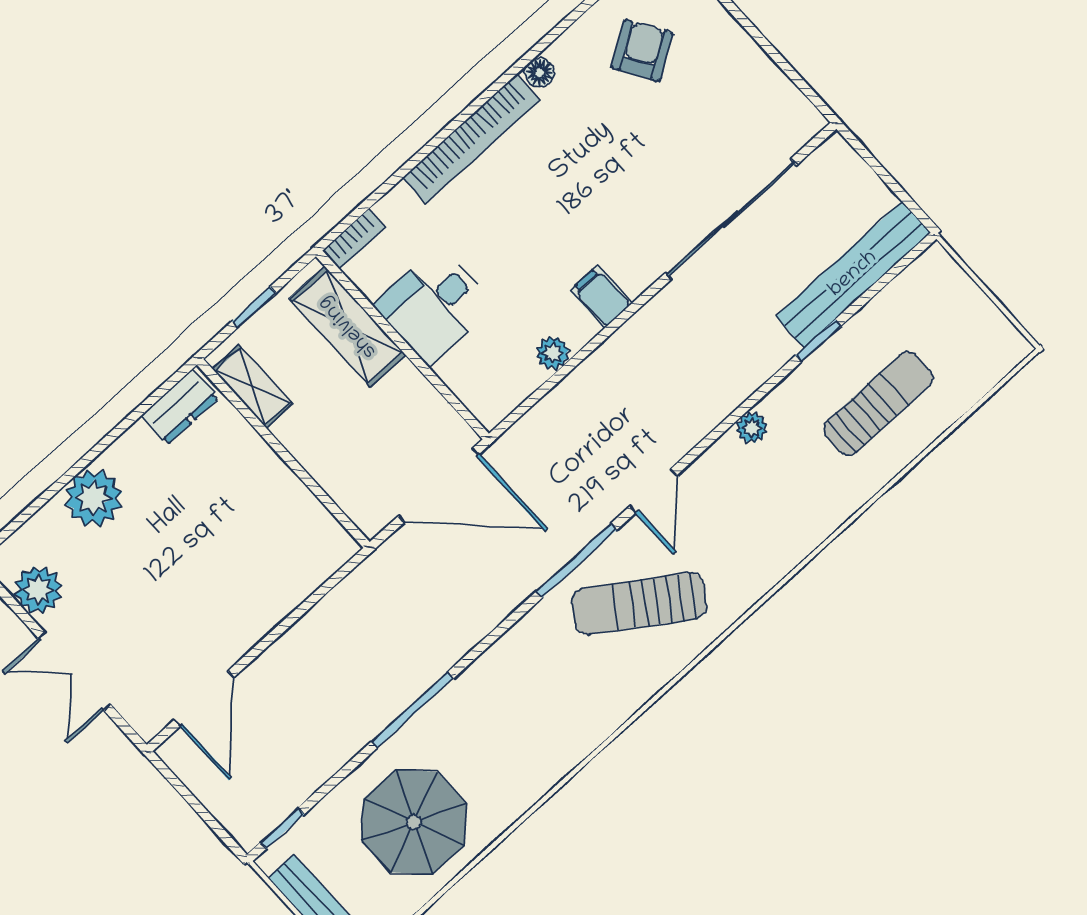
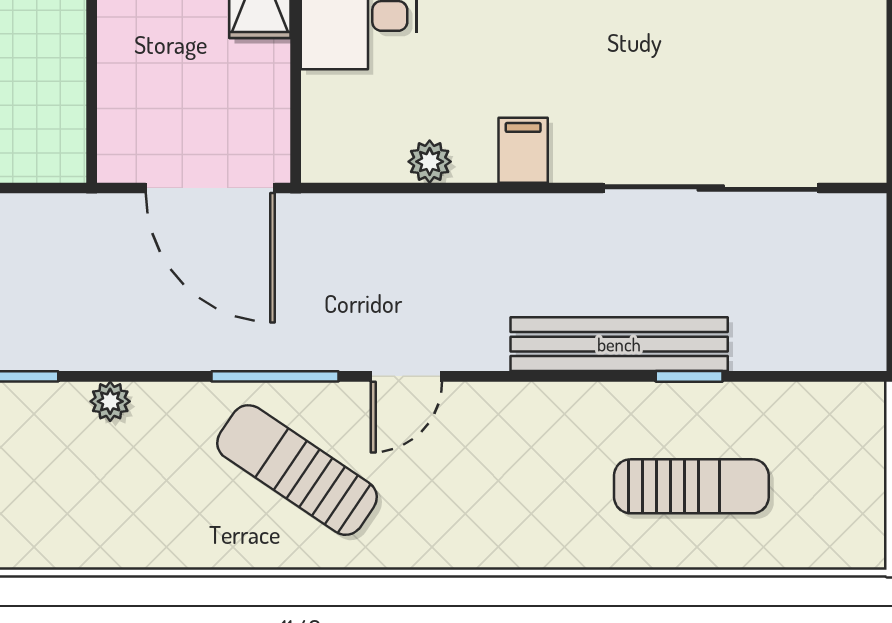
bench: (853, 274) -> (619, 344), moved
plant: (752, 428) -> (110, 401), moved

